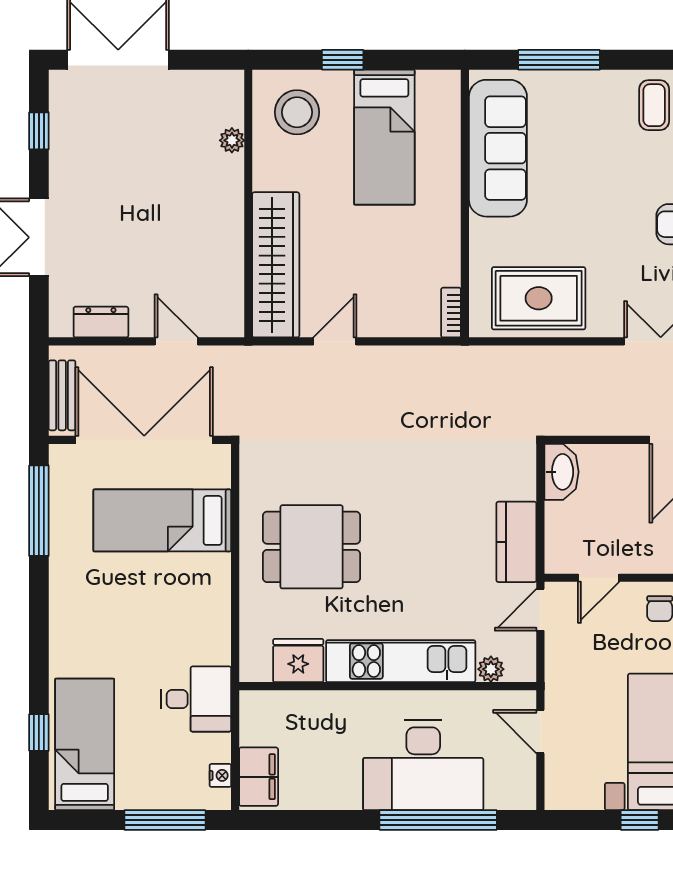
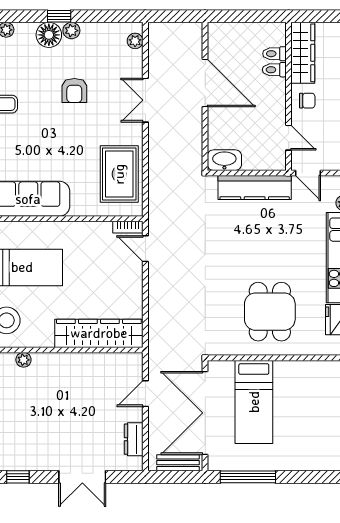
door: (335, 341) -> (145, 249), moved
kitchen counter: (516, 542) -> (255, 187), width x1.50

